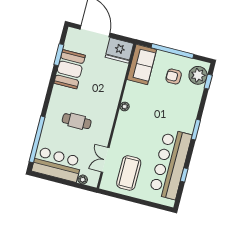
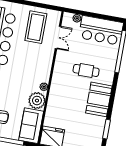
booth: (70, 69) -> (99, 99), moved
plant: (133, 92) -> (37, 101), added

